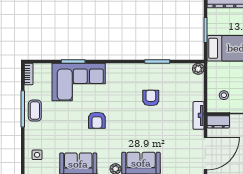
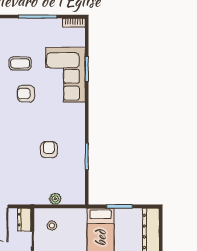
plant: (198, 69) -> (55, 199), moved
armchair: (151, 98) -> (49, 150), turned -90
coffee table: (35, 111) -> (20, 63), moved
tv unit: (199, 115) -> (31, 199), removed

